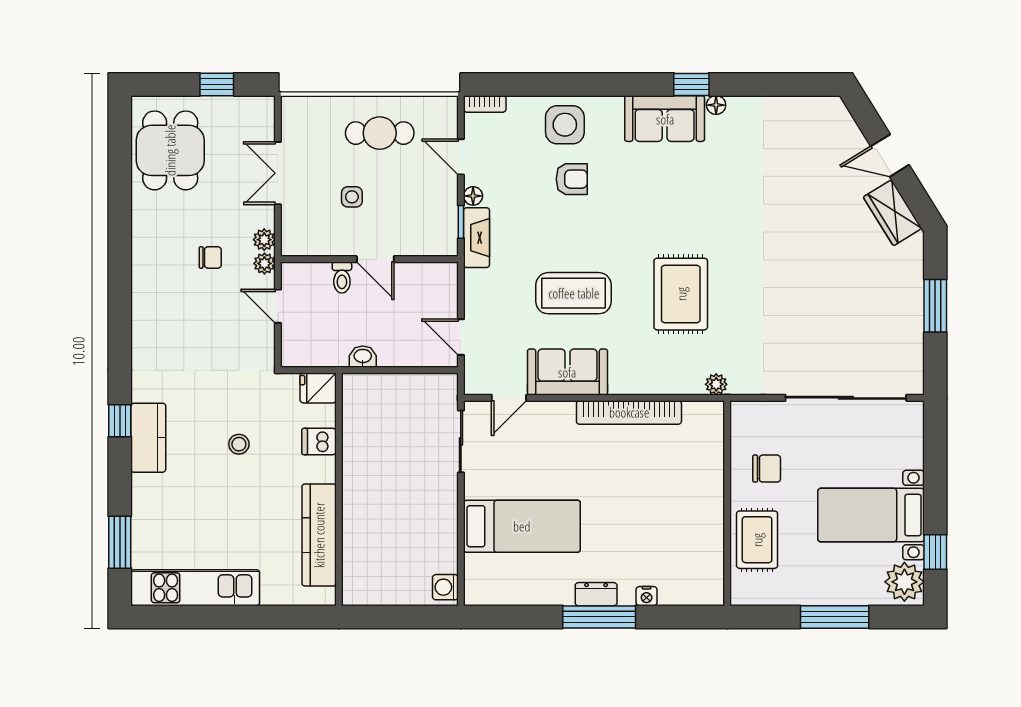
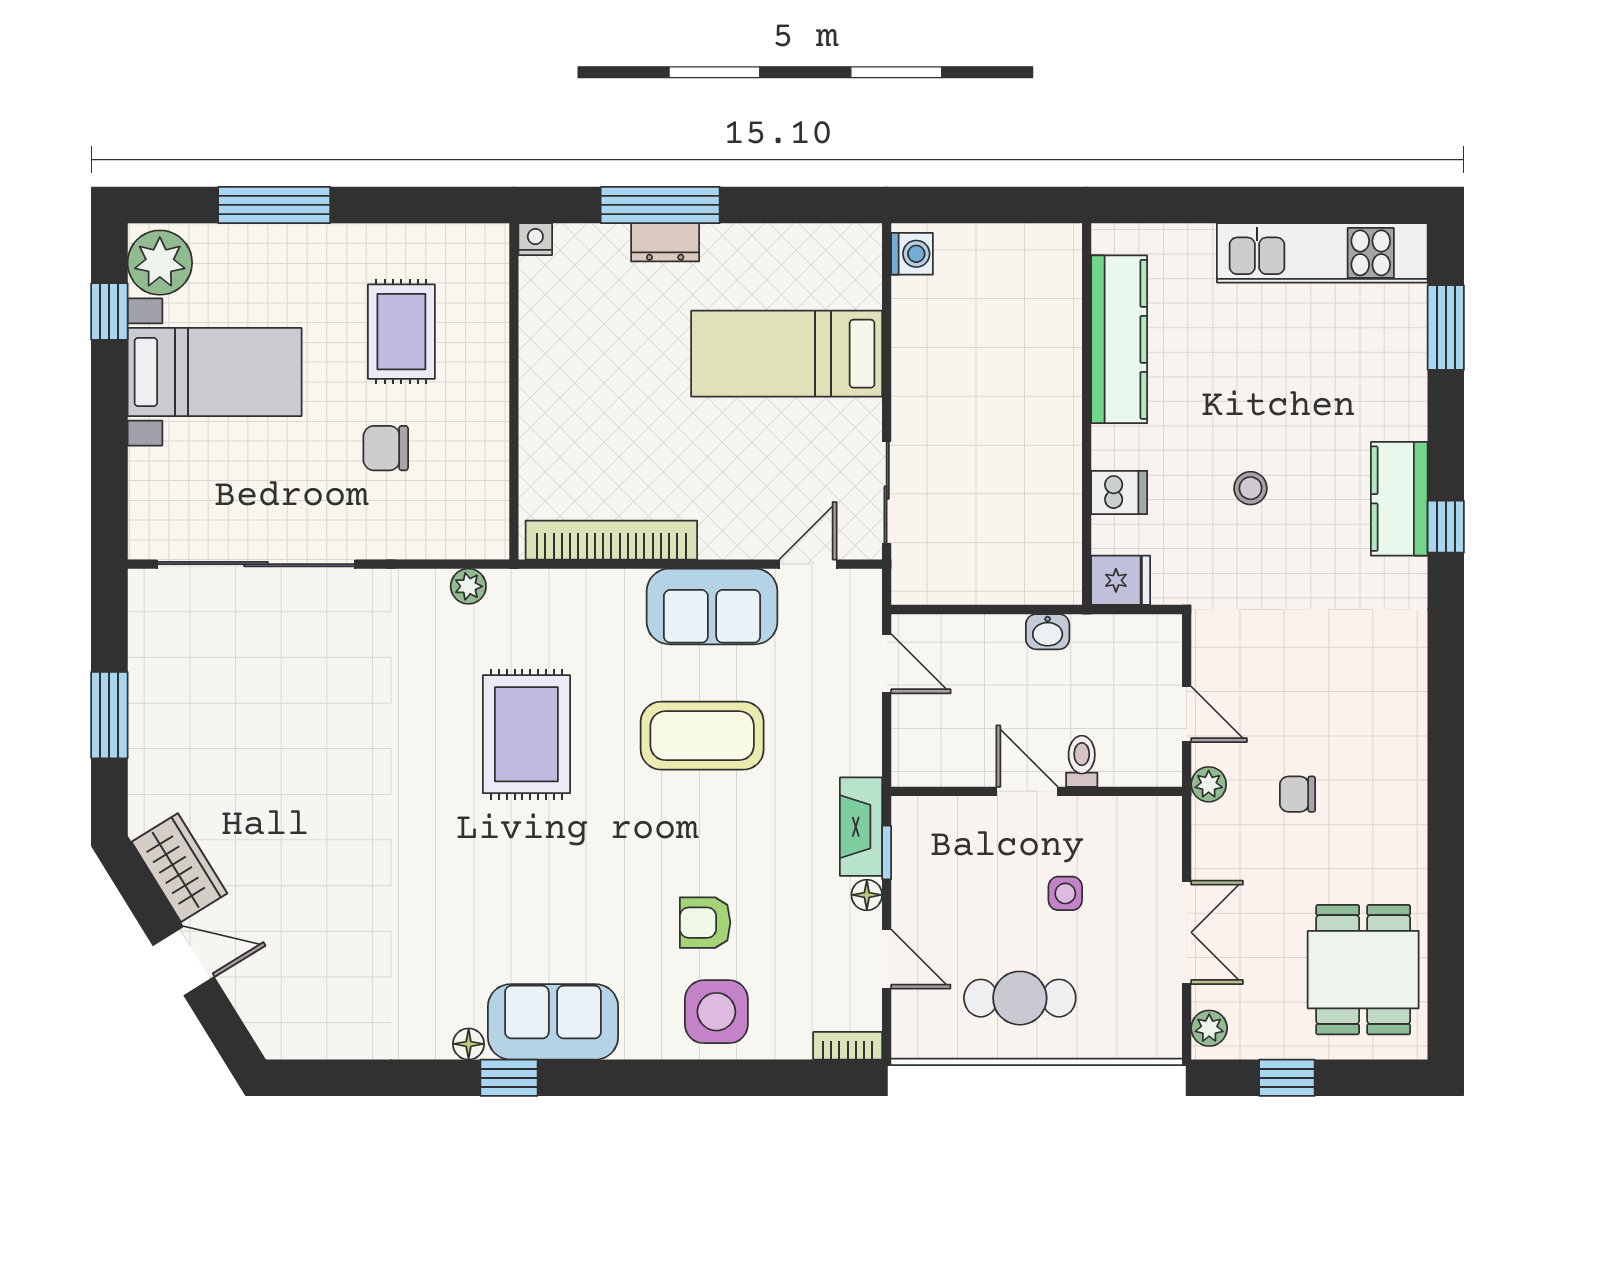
plant: (264, 240) -> (1209, 1028), moved
wall: (727, 503) -> (514, 391), moved
nightstand: (647, 596) -> (535, 239), moved

